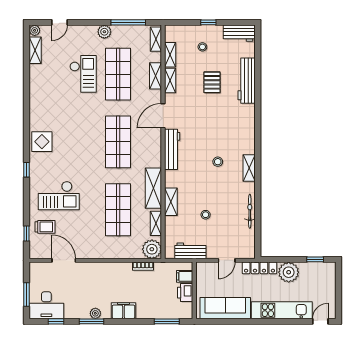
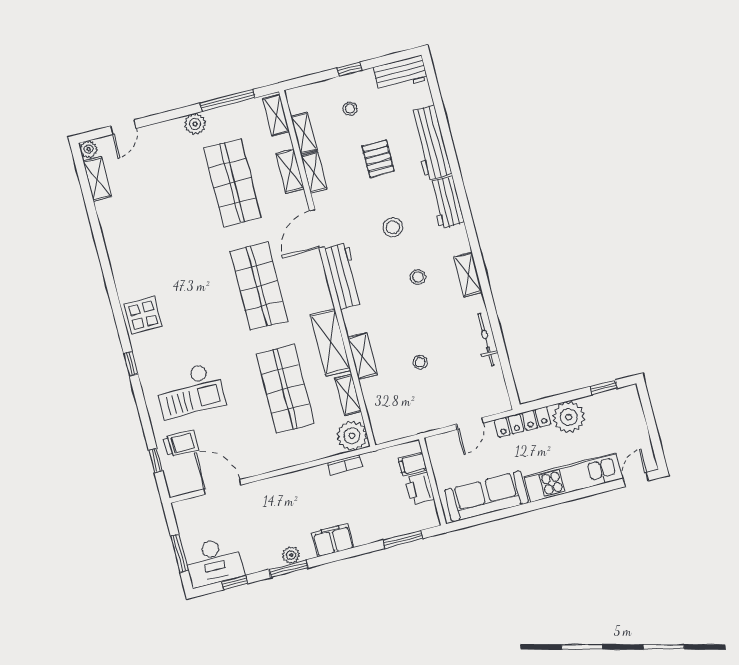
checkout: (83, 74) -> (179, 196), removed
stool: (210, 127) -> (393, 227), added
workbench: (190, 251) -> (446, 202), moved, turned -90

